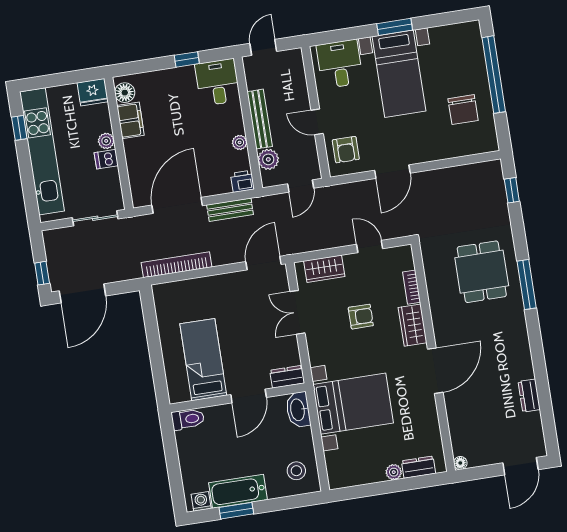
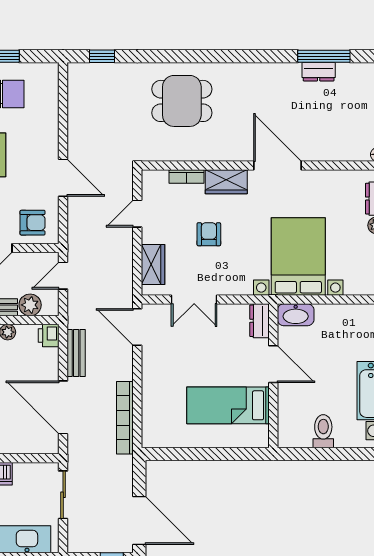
door: (301, 186) -> (63, 276), swing flipped
window: (527, 285) -> (324, 56), moved
toilet: (188, 419) -> (323, 431), moved
stool: (296, 471) -> (359, 327), removed

